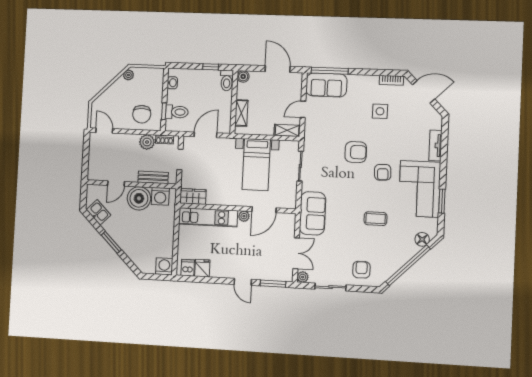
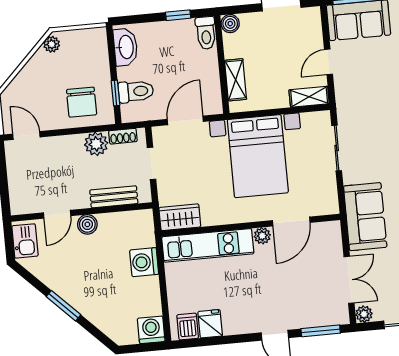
washbasin: (172, 83) -> (125, 47), width x1.91, depth x1.45
bed with nightstands: (256, 165) -> (258, 156), width x1.36
washing machine: (160, 196) -> (144, 262), moved, turned 90
boiler: (139, 198) -> (87, 224), width x0.54, depth x0.54
kitchen sink: (99, 212) -> (25, 241), moved, turned 45

